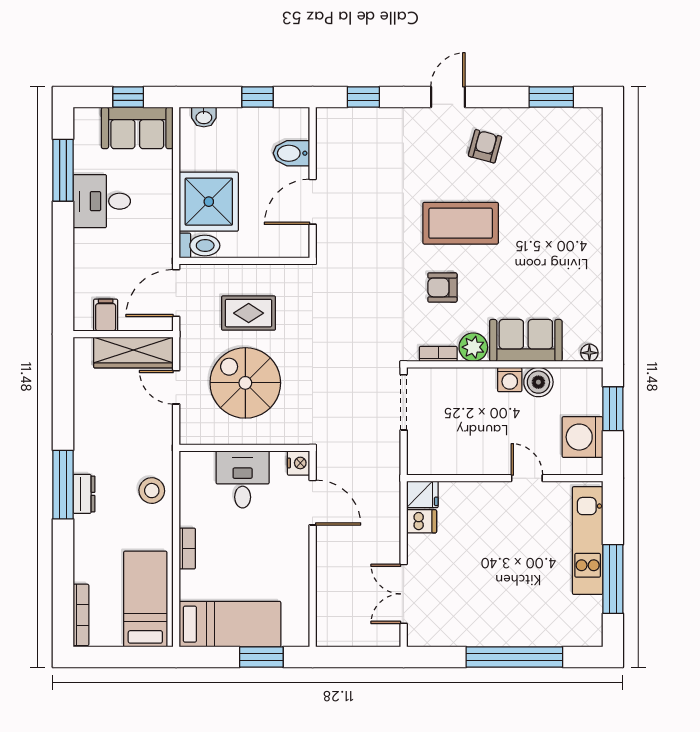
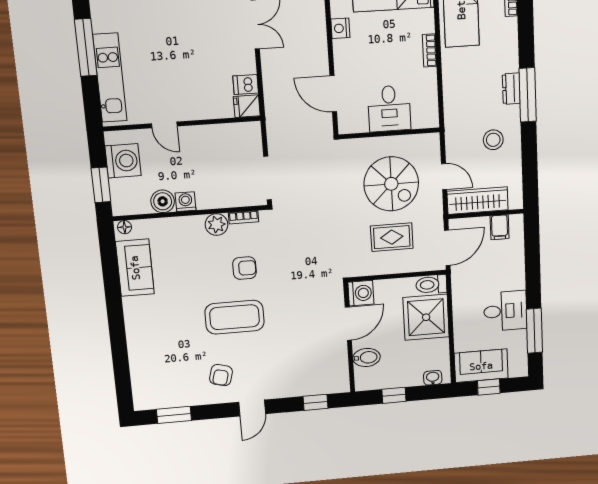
washing machine: (293, 242) -> (361, 293), added
sofa: (526, 340) -> (135, 268), moved, turned -90
nightstand: (299, 463) -> (340, 28), moved
stool: (152, 491) -> (493, 140), moved

